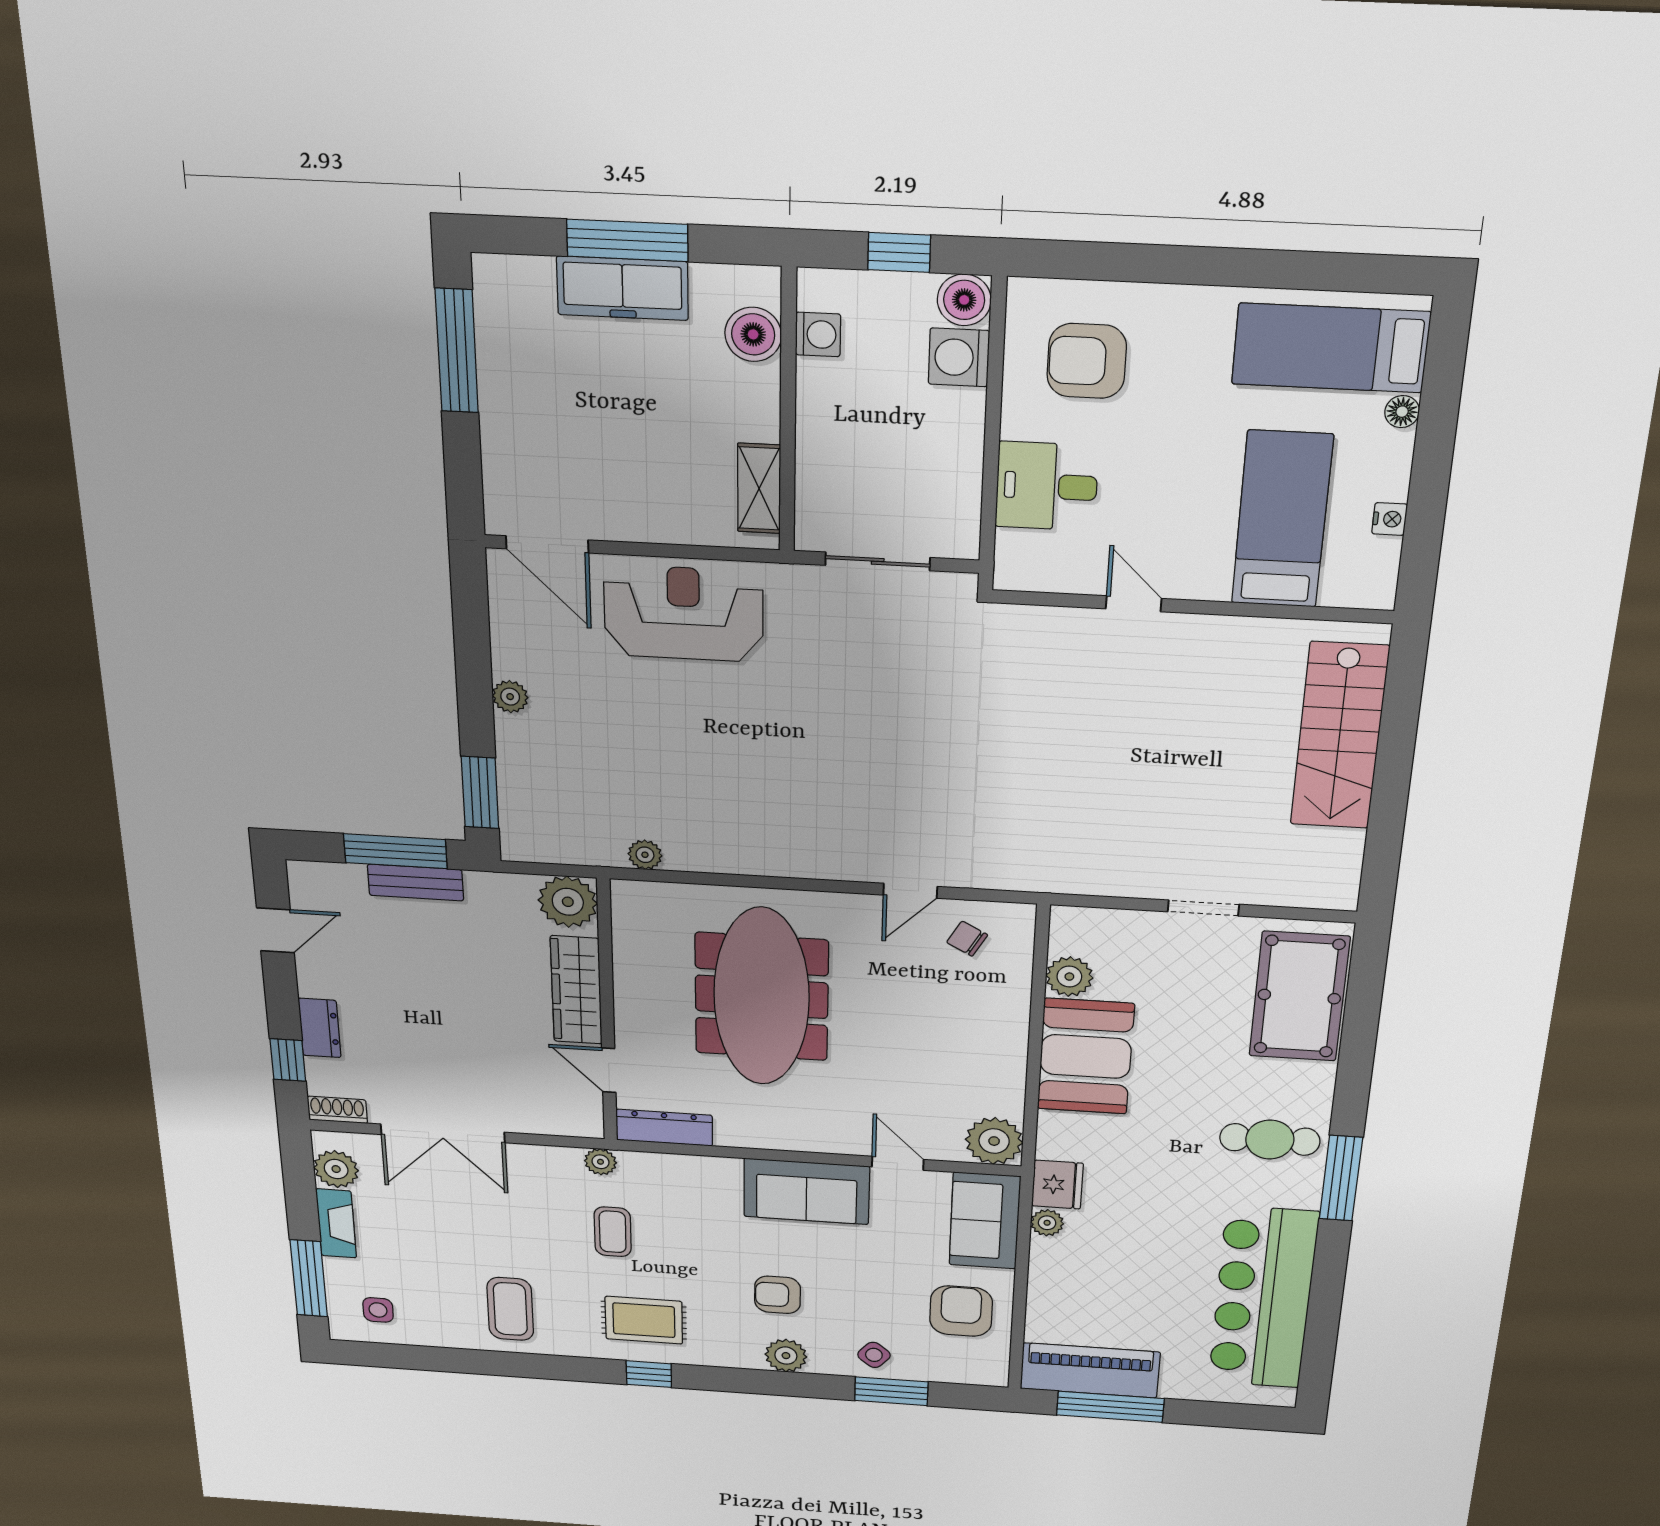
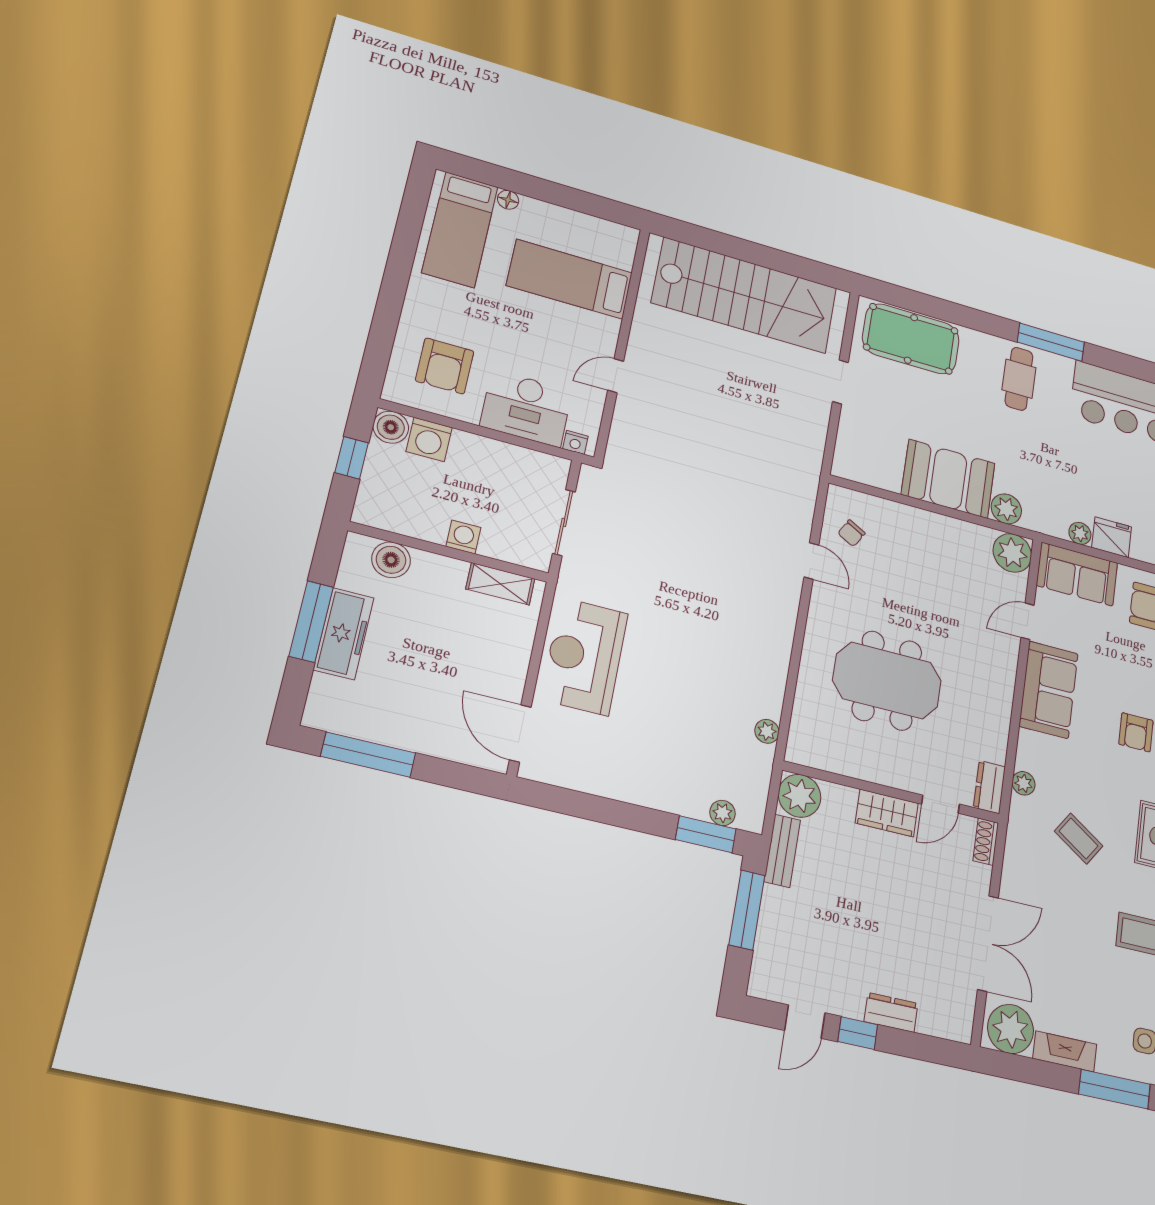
washing machine: (818, 334) -> (463, 537), moved
desk: (1047, 486) -> (526, 408), width x1.37
nightstand: (1390, 519) -> (575, 442), moved, turned 180
door: (547, 544) -> (520, 734), swing flipped
plant: (510, 697) -> (723, 813), moved
stairs: (1339, 736) -> (745, 295), width x1.36, depth x1.51
bench: (416, 883) -> (782, 851), moved
door: (275, 930) -> (805, 1022), swing flipped
plant: (1069, 977) -> (1006, 509), moved
wardrobe: (576, 990) -> (887, 813), width x0.67
meeting table: (762, 997) -> (887, 681), width x0.73
window: (288, 1060) -> (858, 1033), moved
shoe rack: (337, 1110) -> (986, 842), moved
dresser: (664, 1128) -> (989, 787), width x0.70
plant: (600, 1162) -> (1024, 783), moved
plant: (336, 1169) -> (1011, 1029), width x1.36, depth x1.36
fridge: (1057, 1185) -> (1112, 537), moved
coffee table: (613, 1232) -> (1079, 839), turned 34

